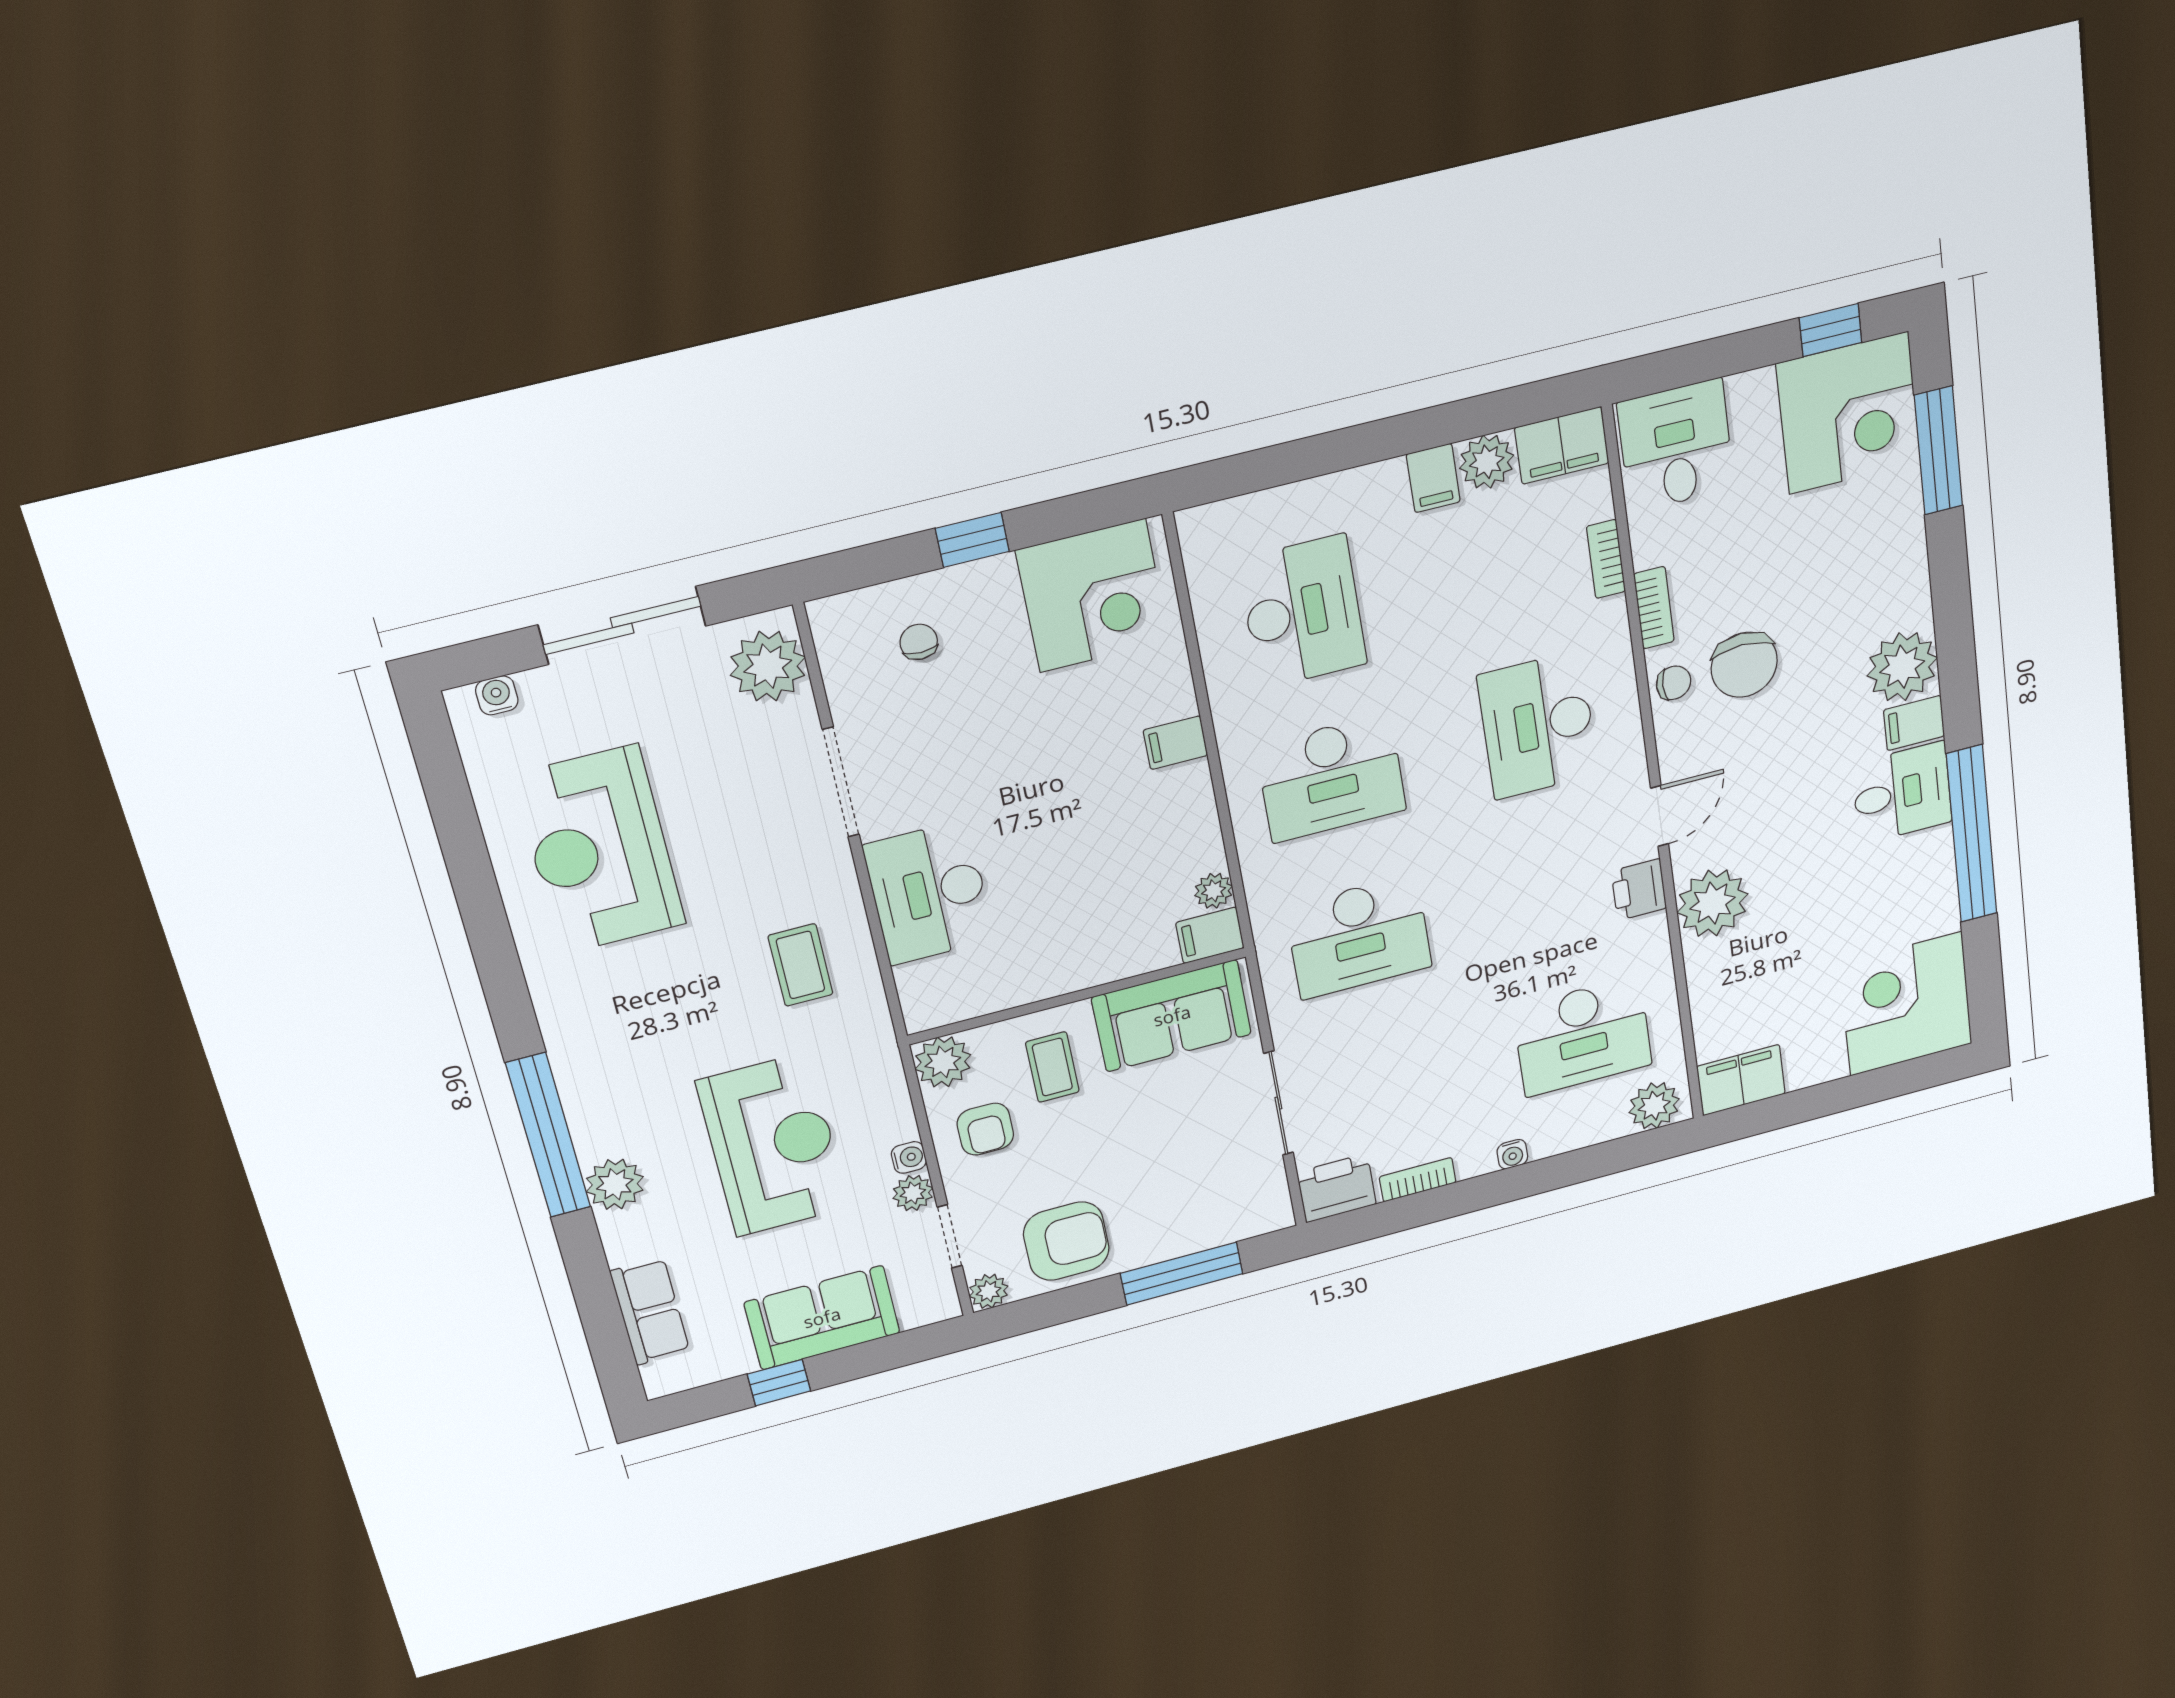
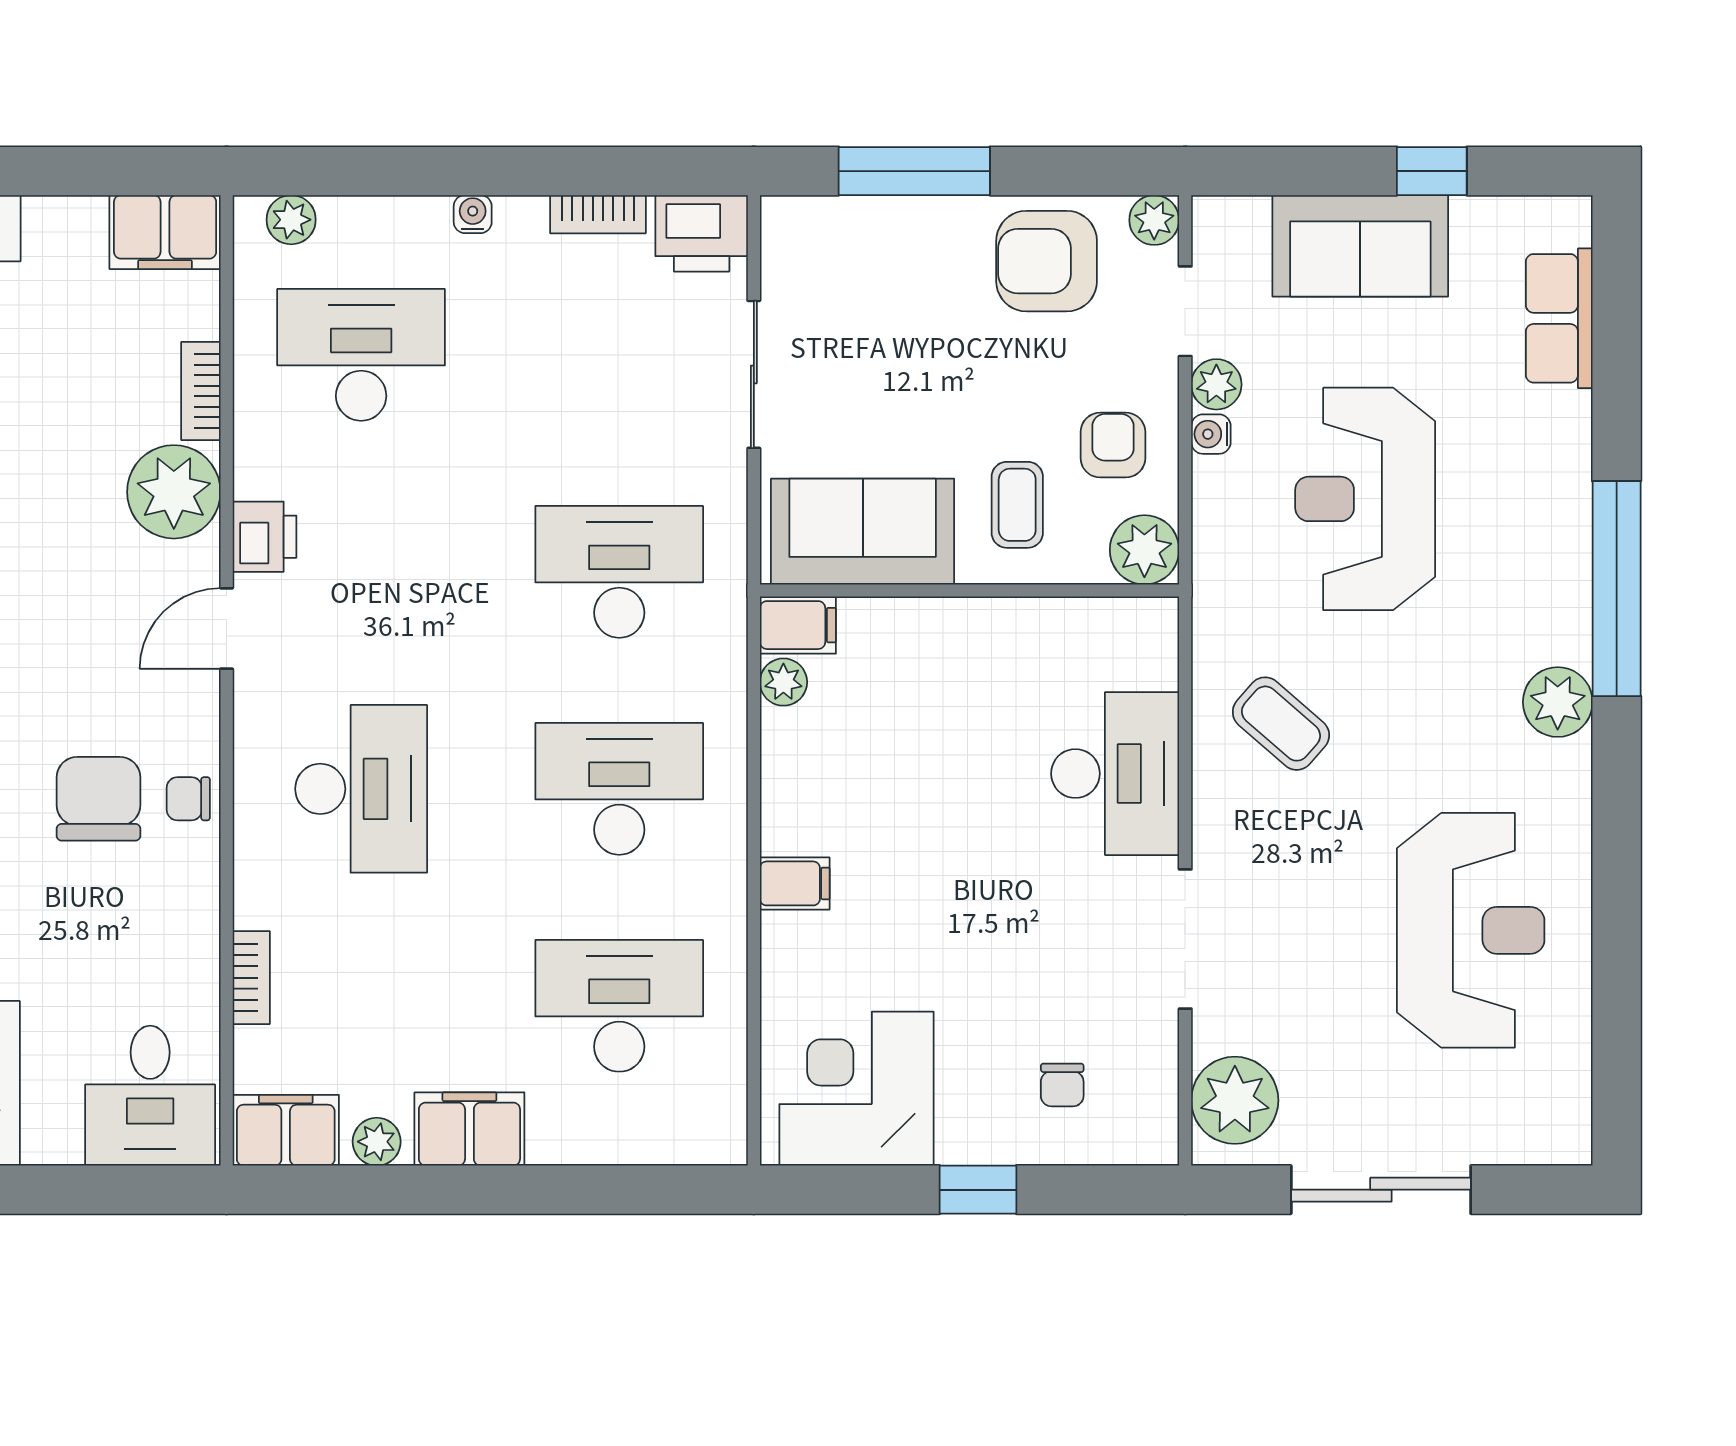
plant: (1487, 462) -> (377, 1142), width x0.73, depth x0.73
filing cabinet: (1433, 478) -> (469, 1129), width x2.00
bookcase: (1654, 608) -> (201, 391), moved
desk: (1303, 612) -> (619, 1006), turned 90
water cooler: (497, 695) -> (1535, 1144), removed
coffee table: (800, 965) -> (1281, 724), turned -49
plant: (1654, 1106) -> (291, 220), width x0.73, depth x0.73
plant: (615, 1184) -> (1558, 702), moved

